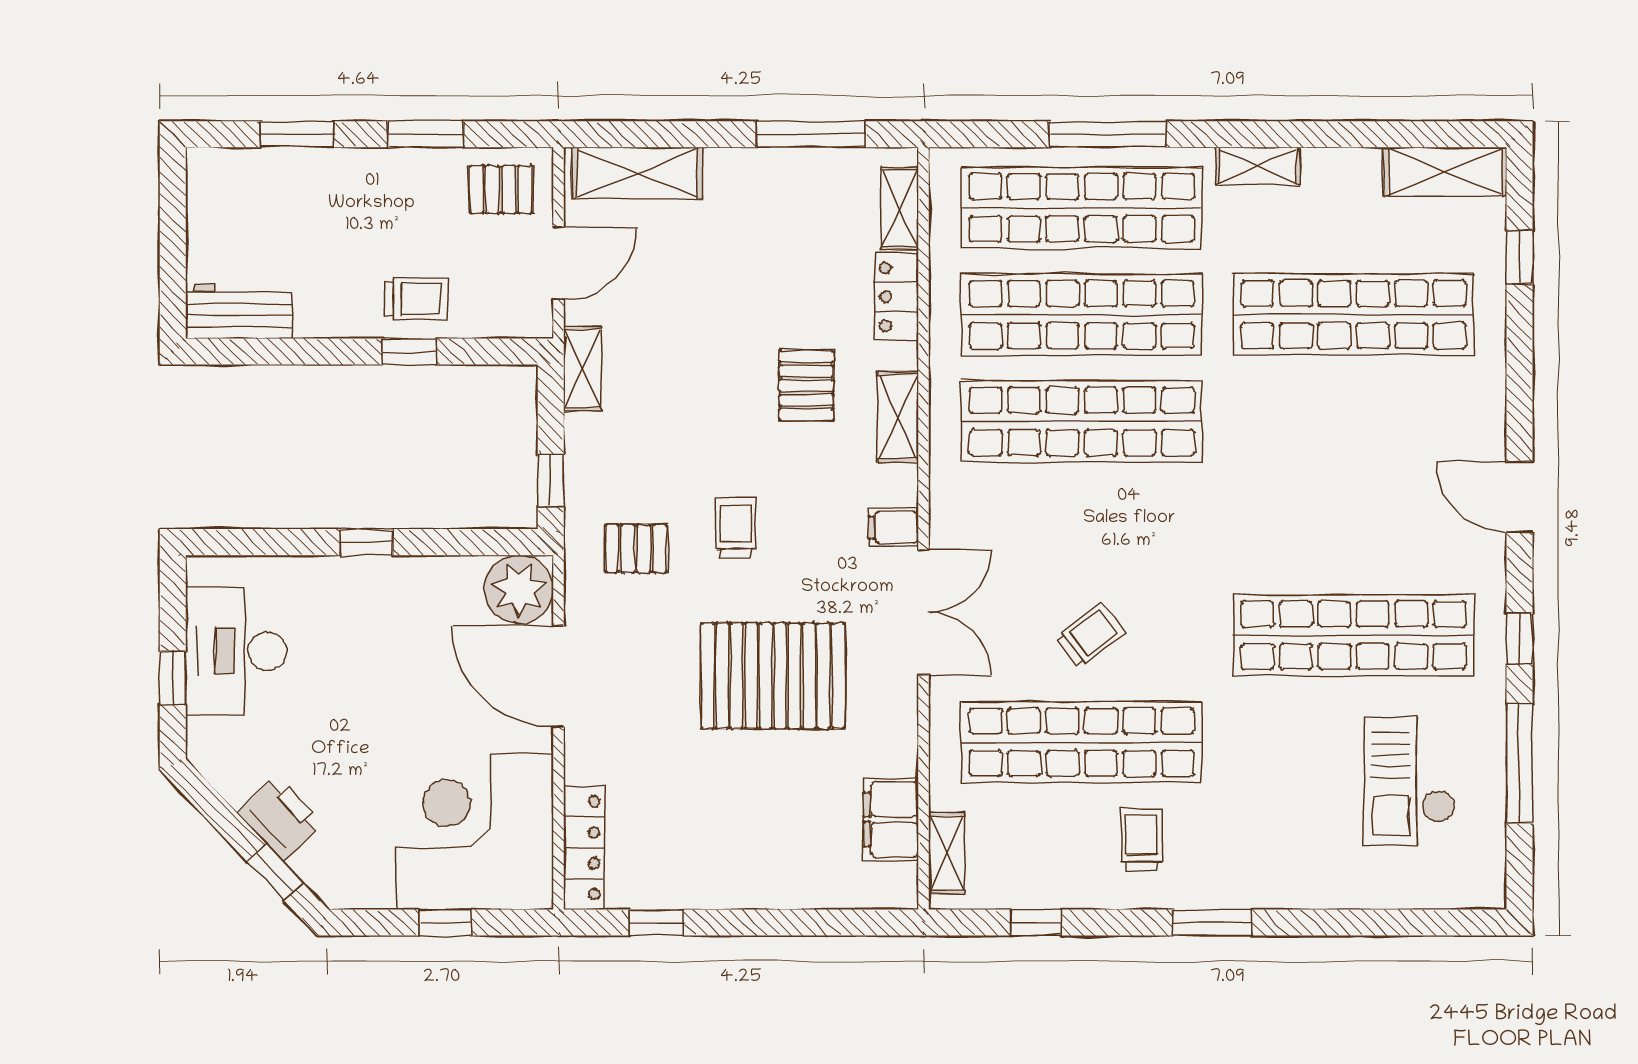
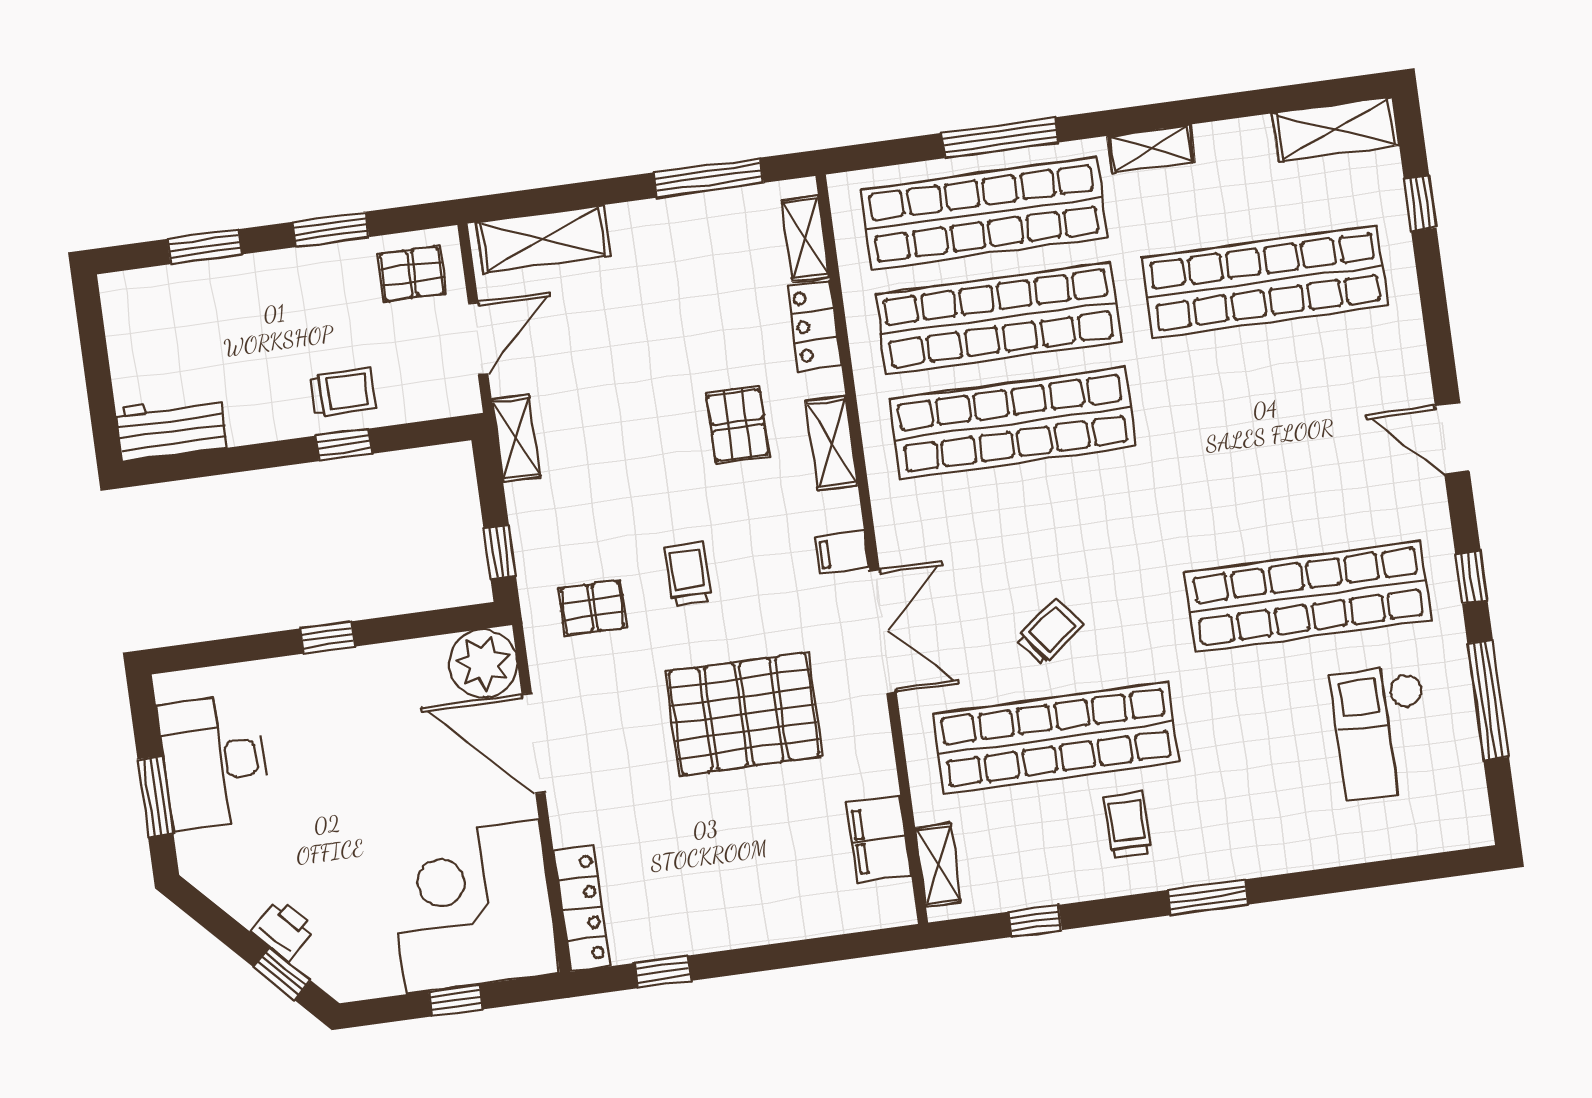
window: (173, 678) -> (155, 797), width x1.50
printer: (280, 818) -> (283, 930), width x0.73, depth x0.81

